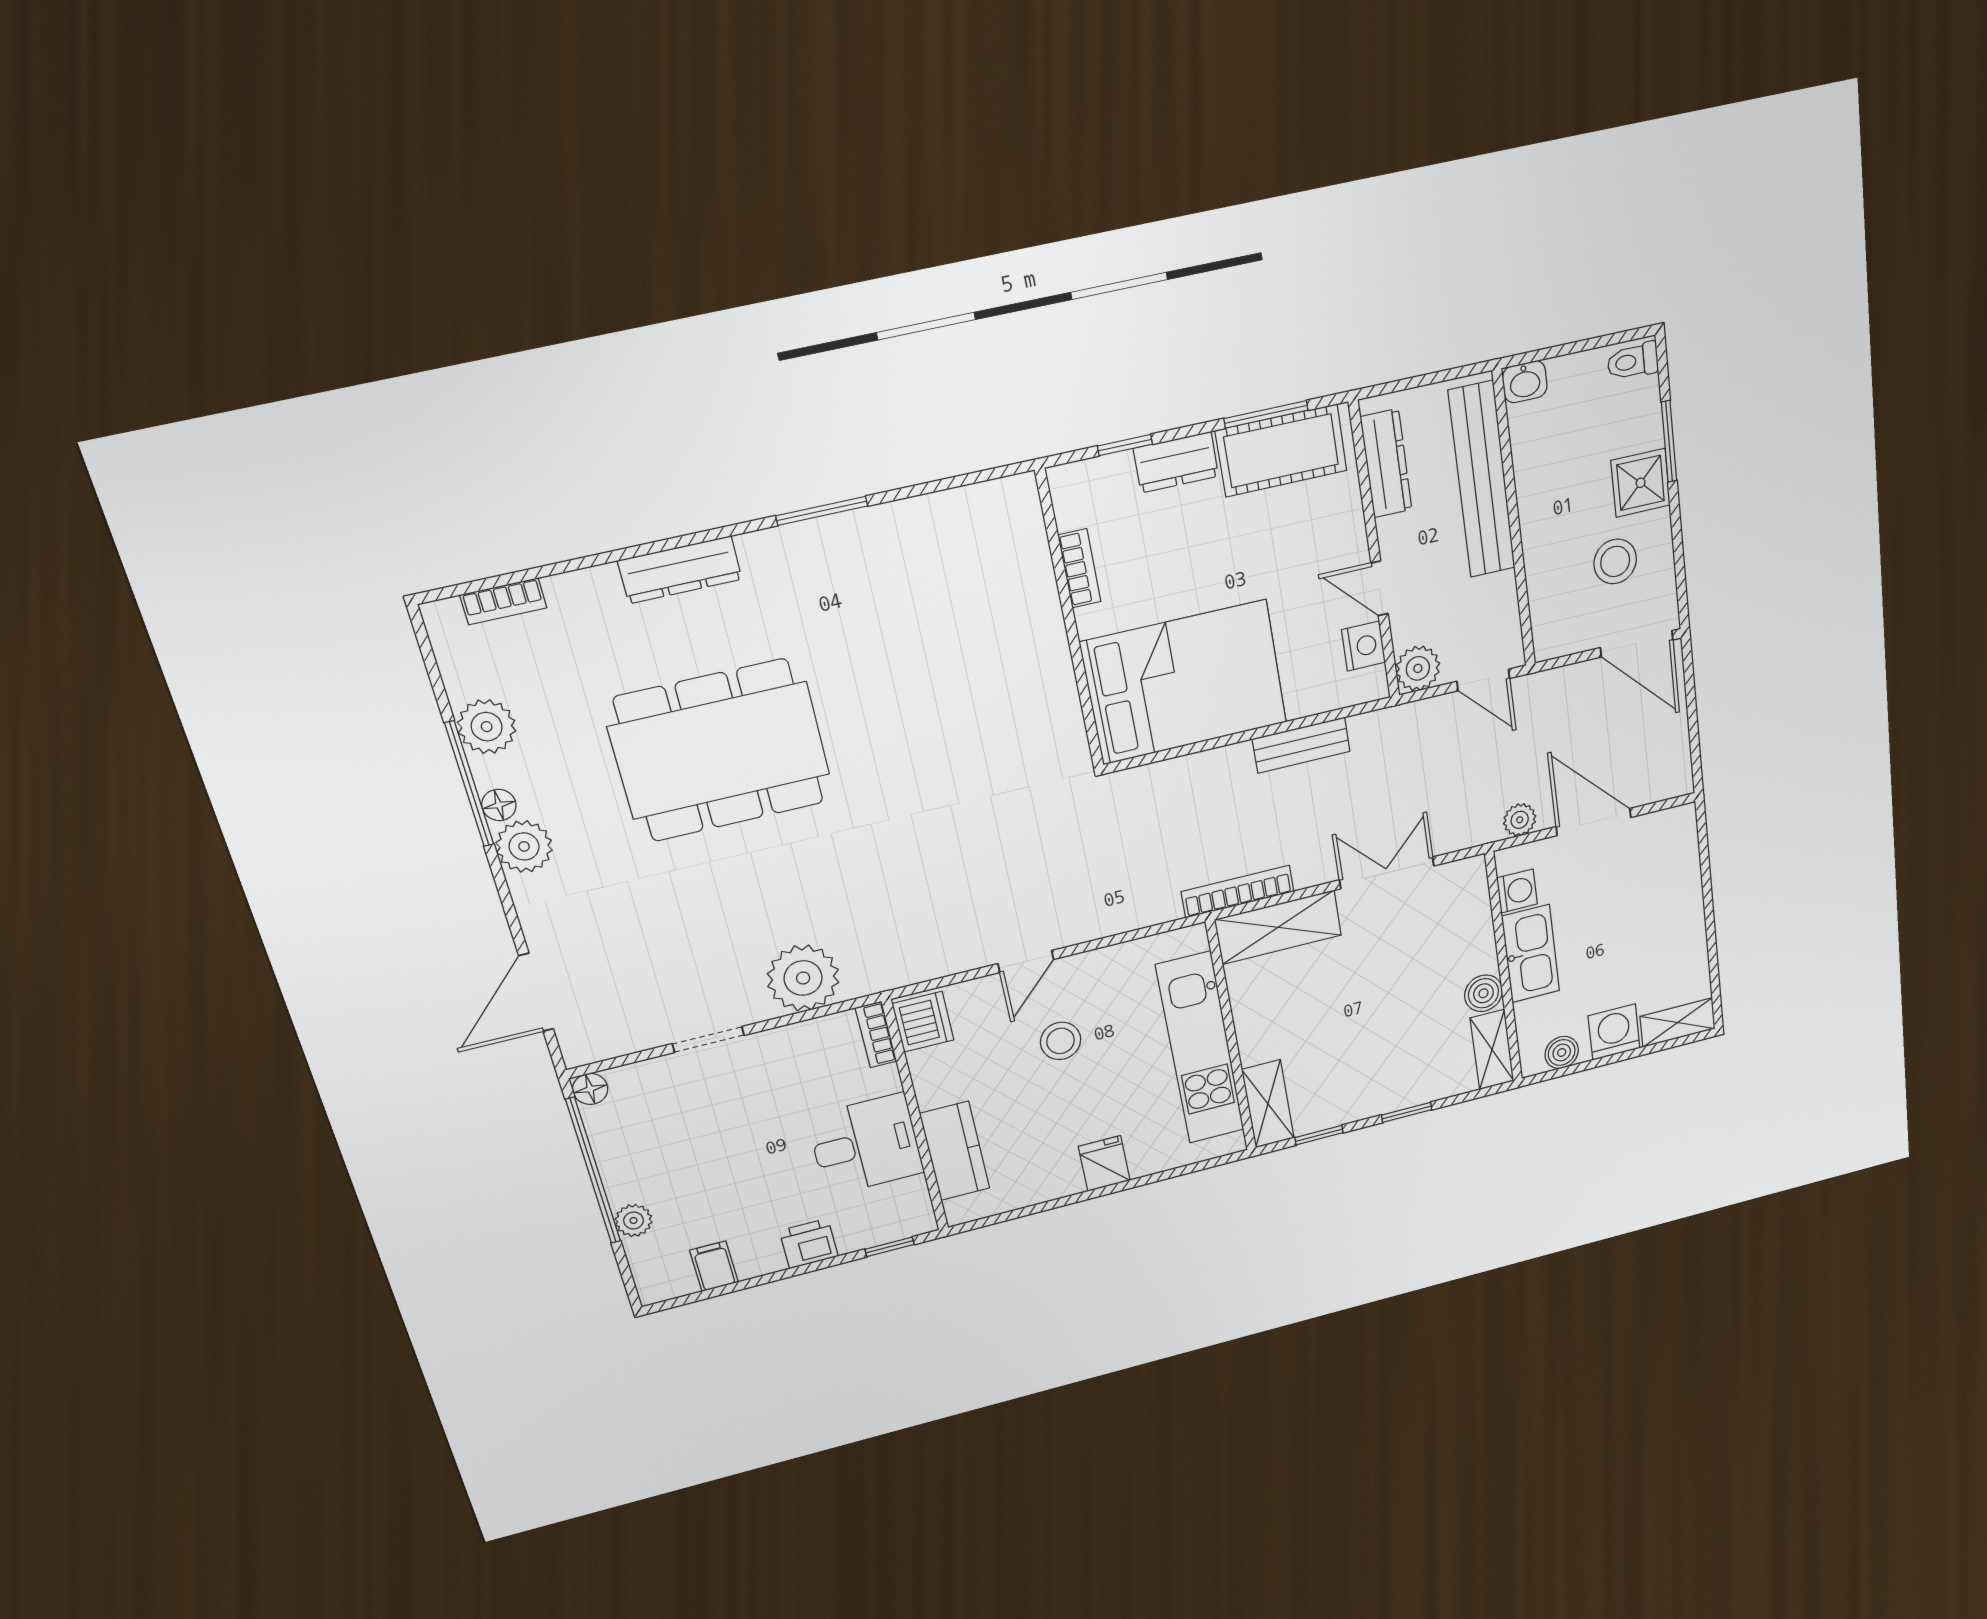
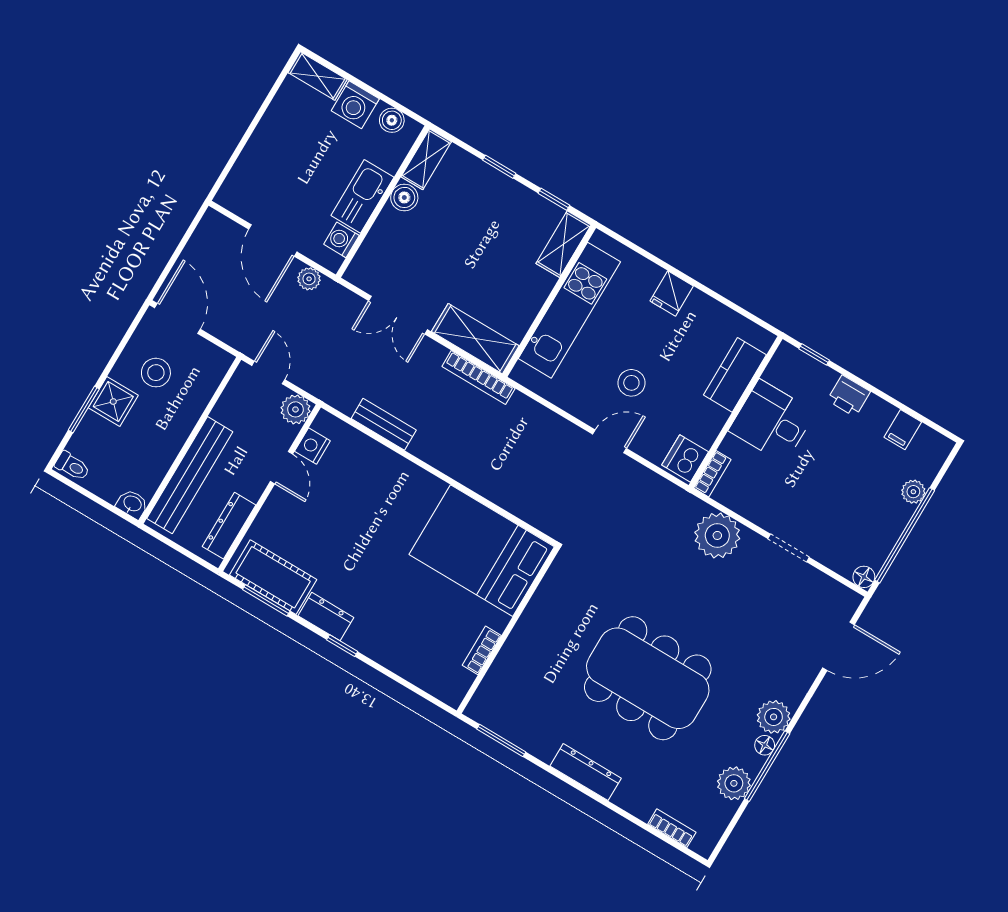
bookcase: (1079, 568) -> (482, 650), moved
wall: (1070, 621) -> (508, 630), moved
bed: (1184, 683) -> (482, 551), moved

